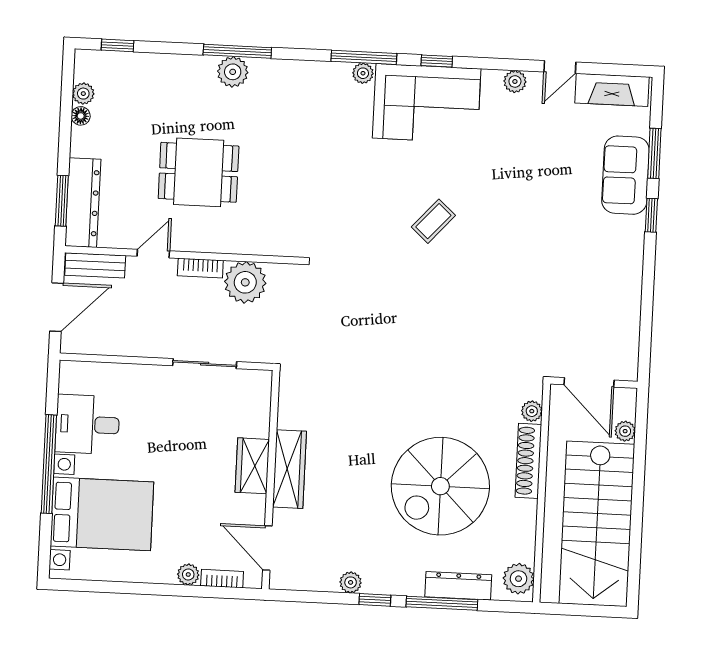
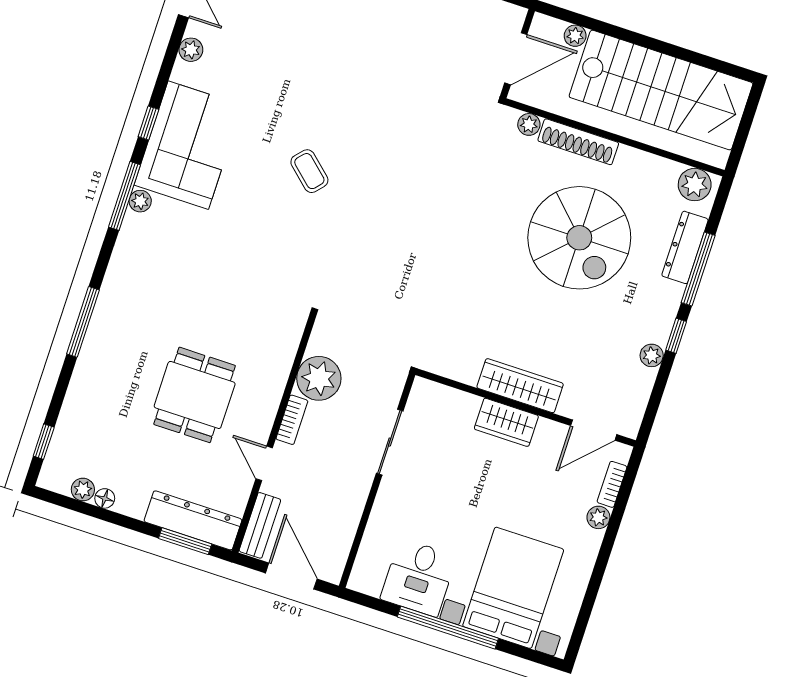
plant: (233, 72) -> (102, 332), removed

